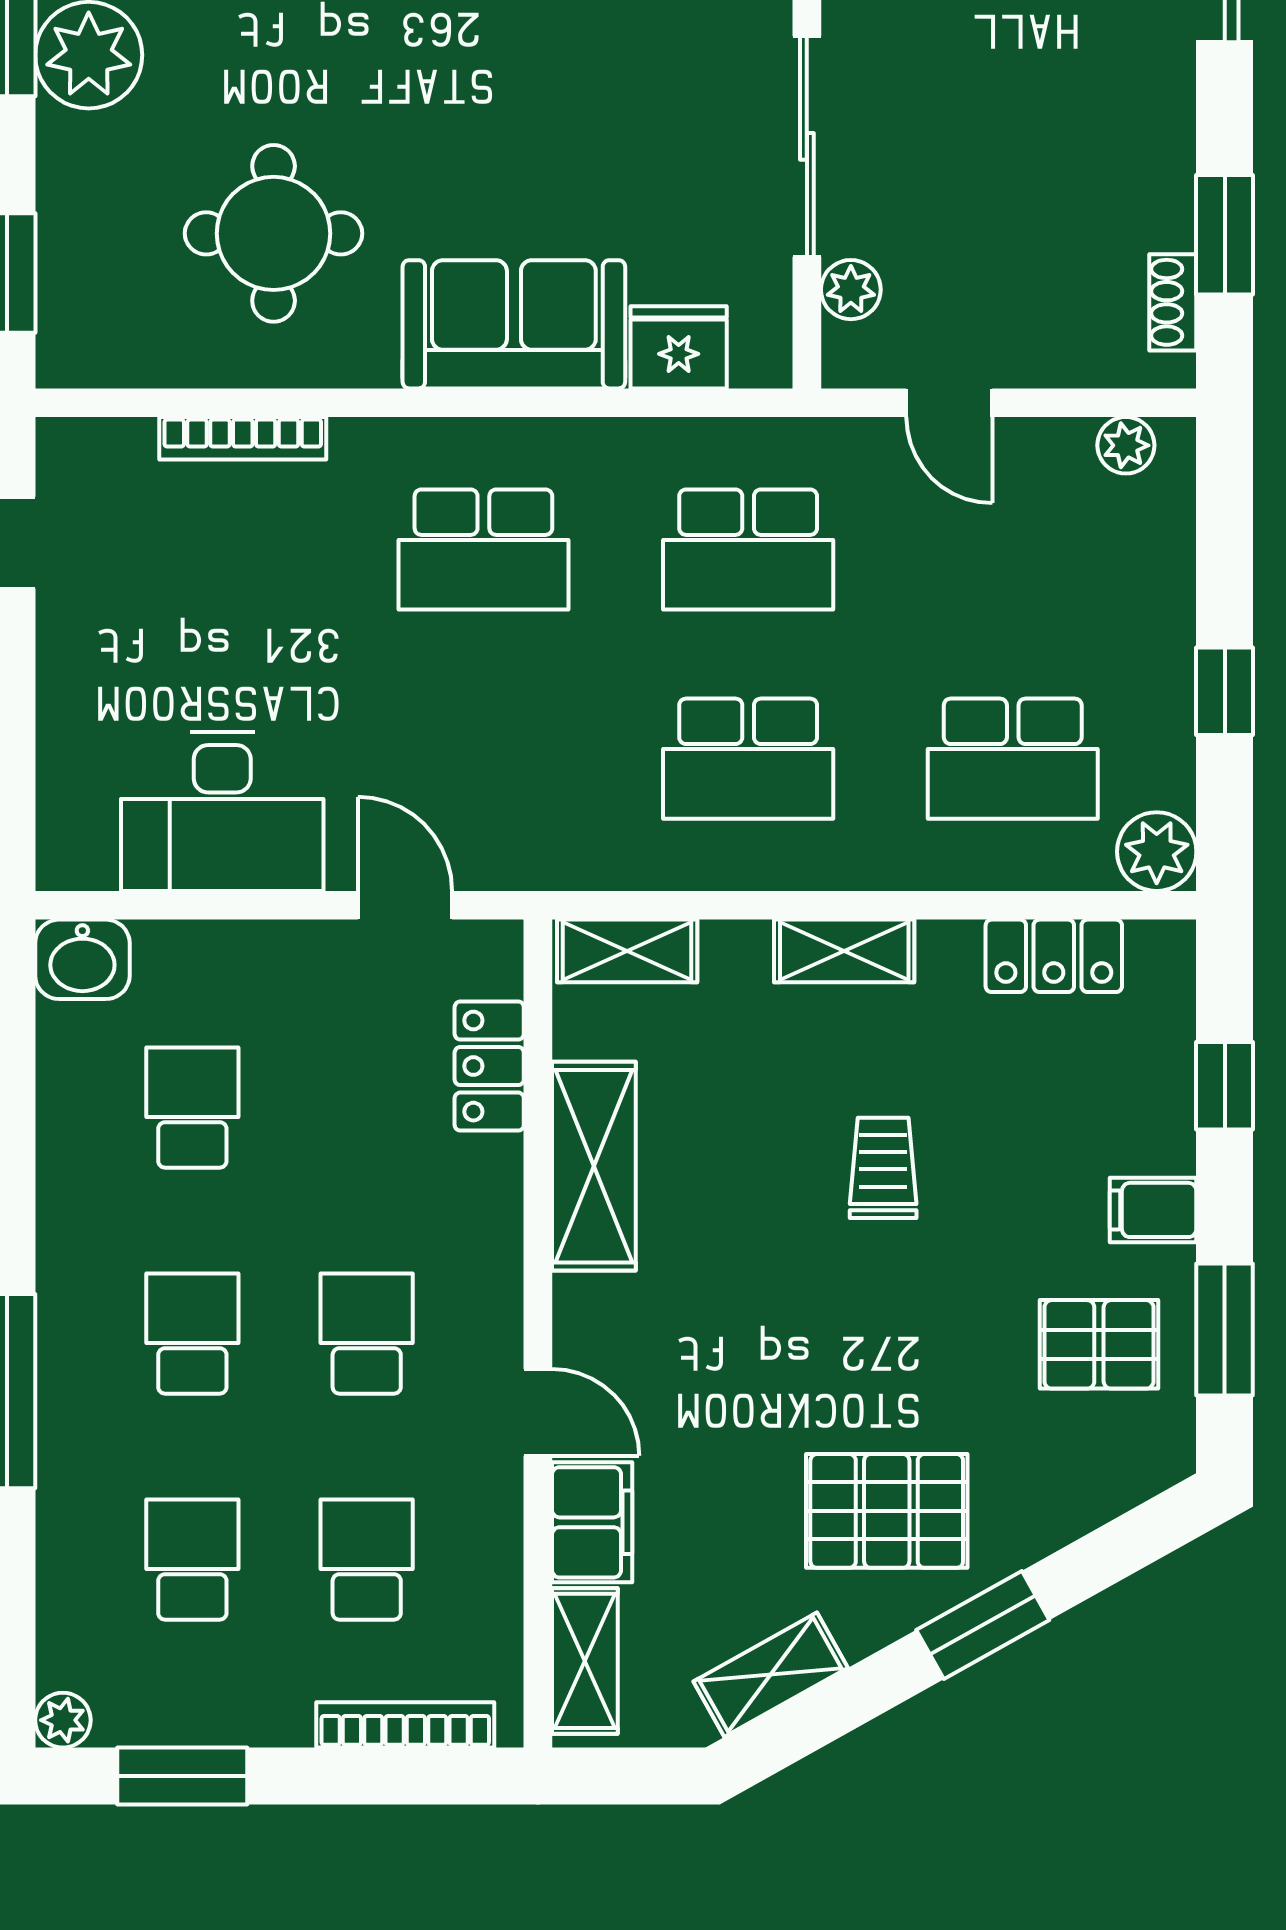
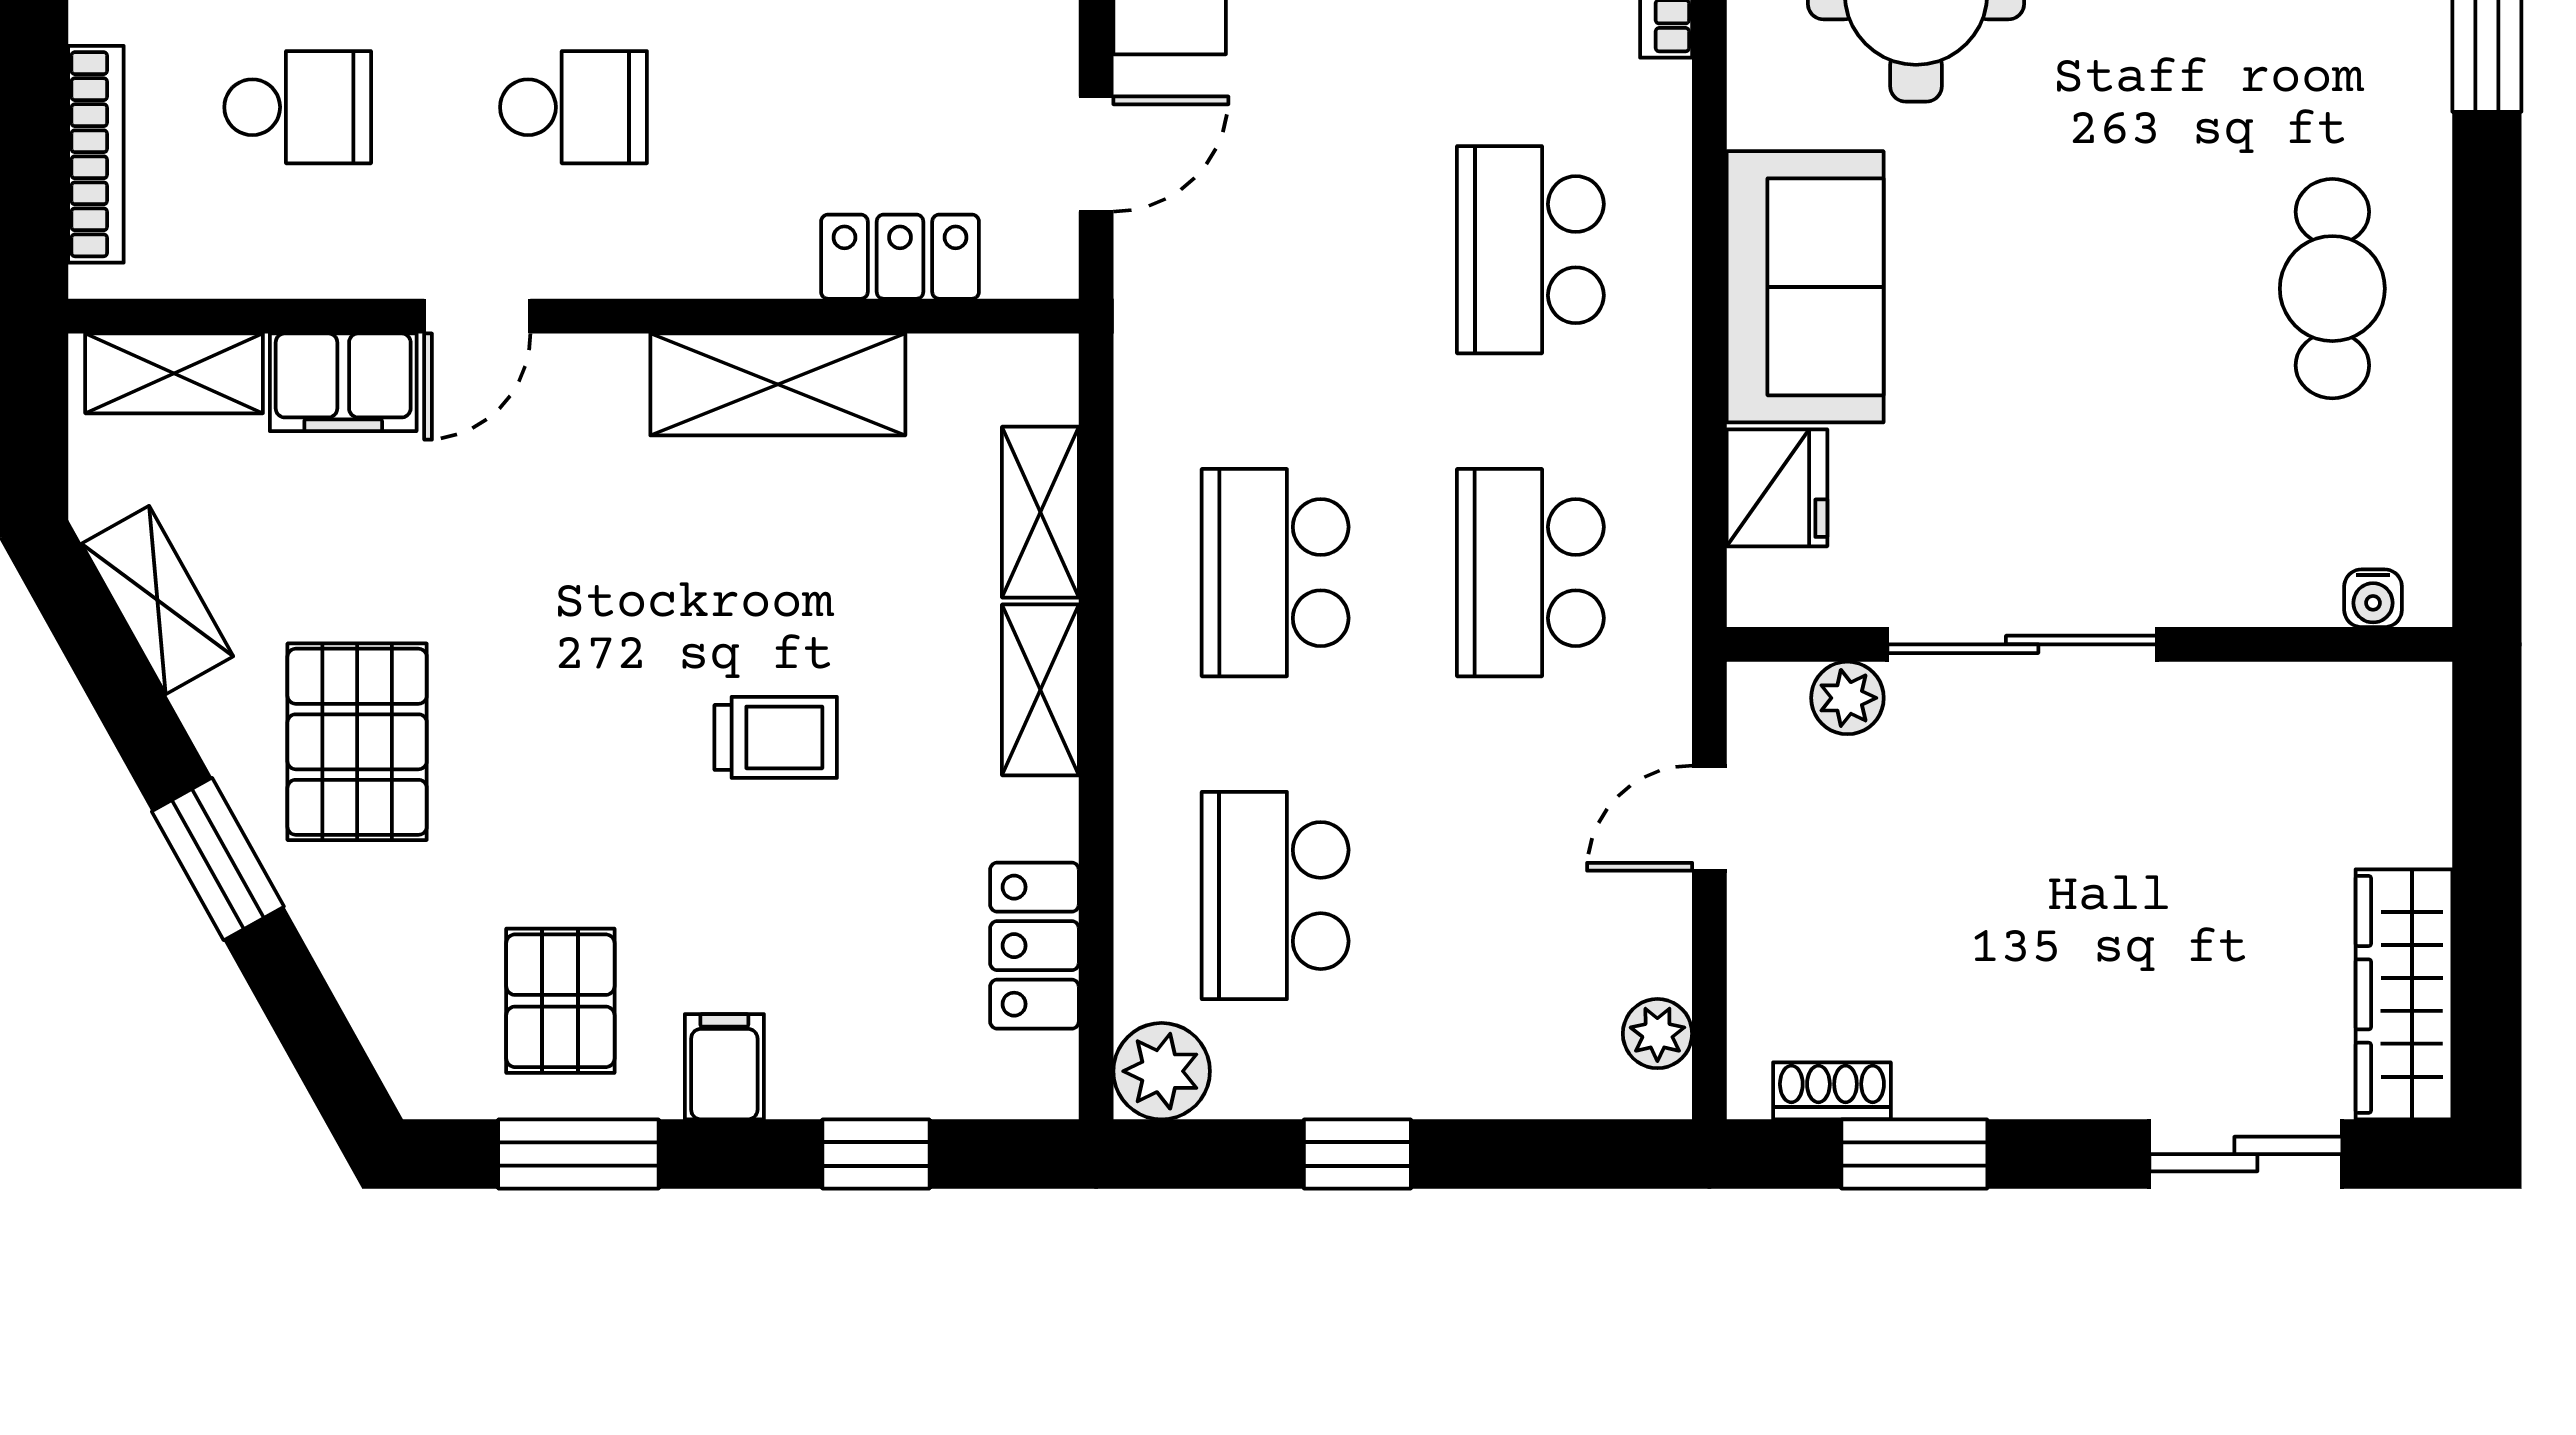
shelving: (627, 951) -> (1040, 512), moved

